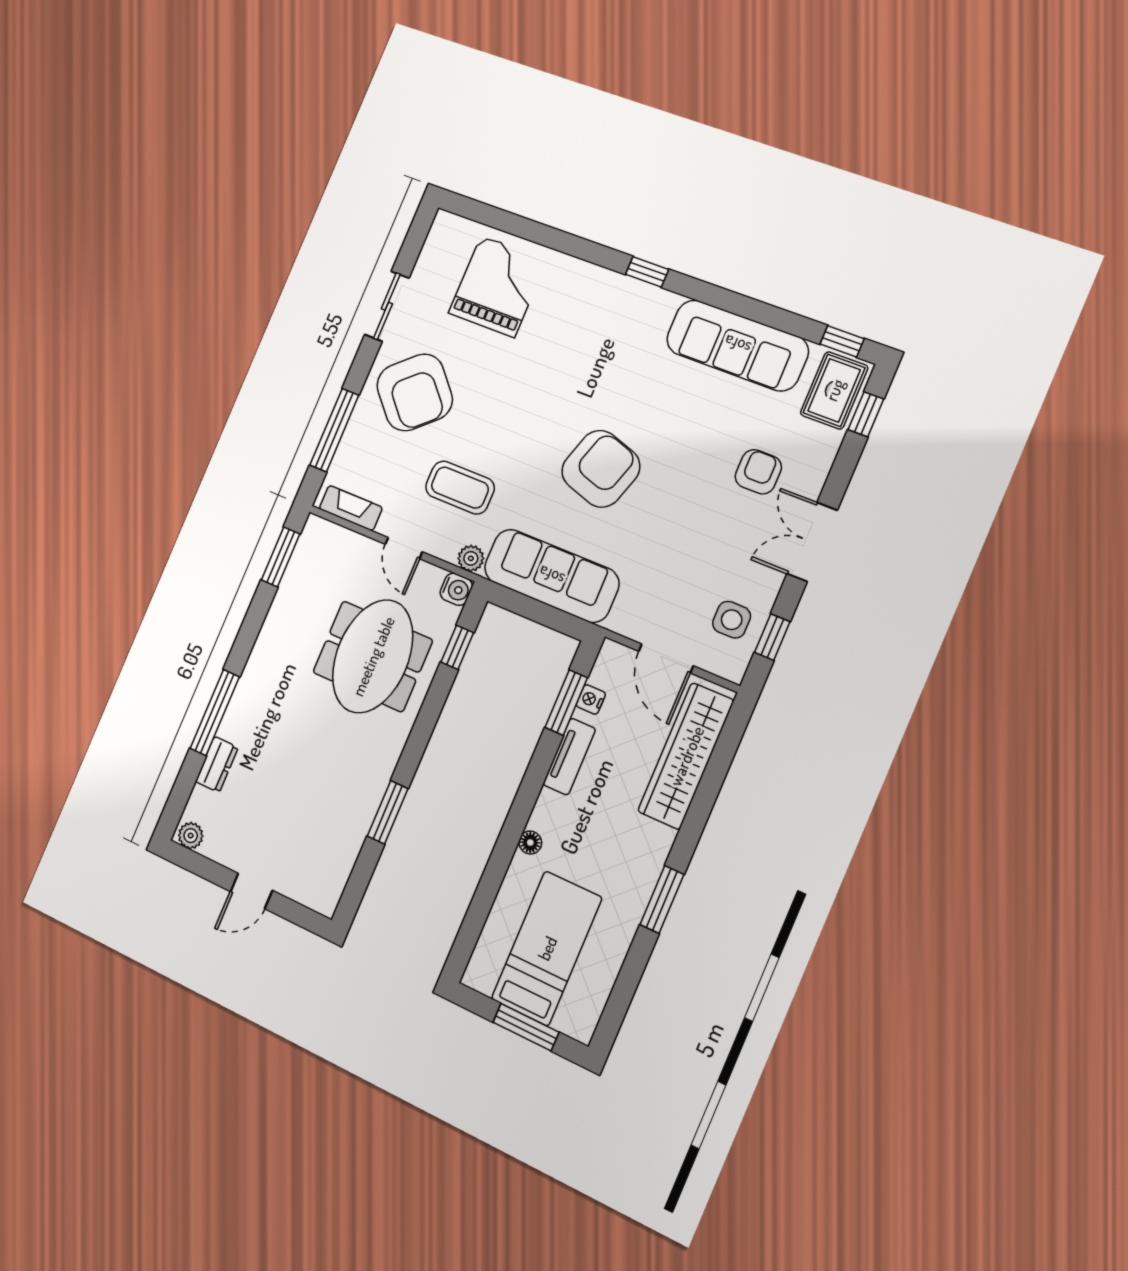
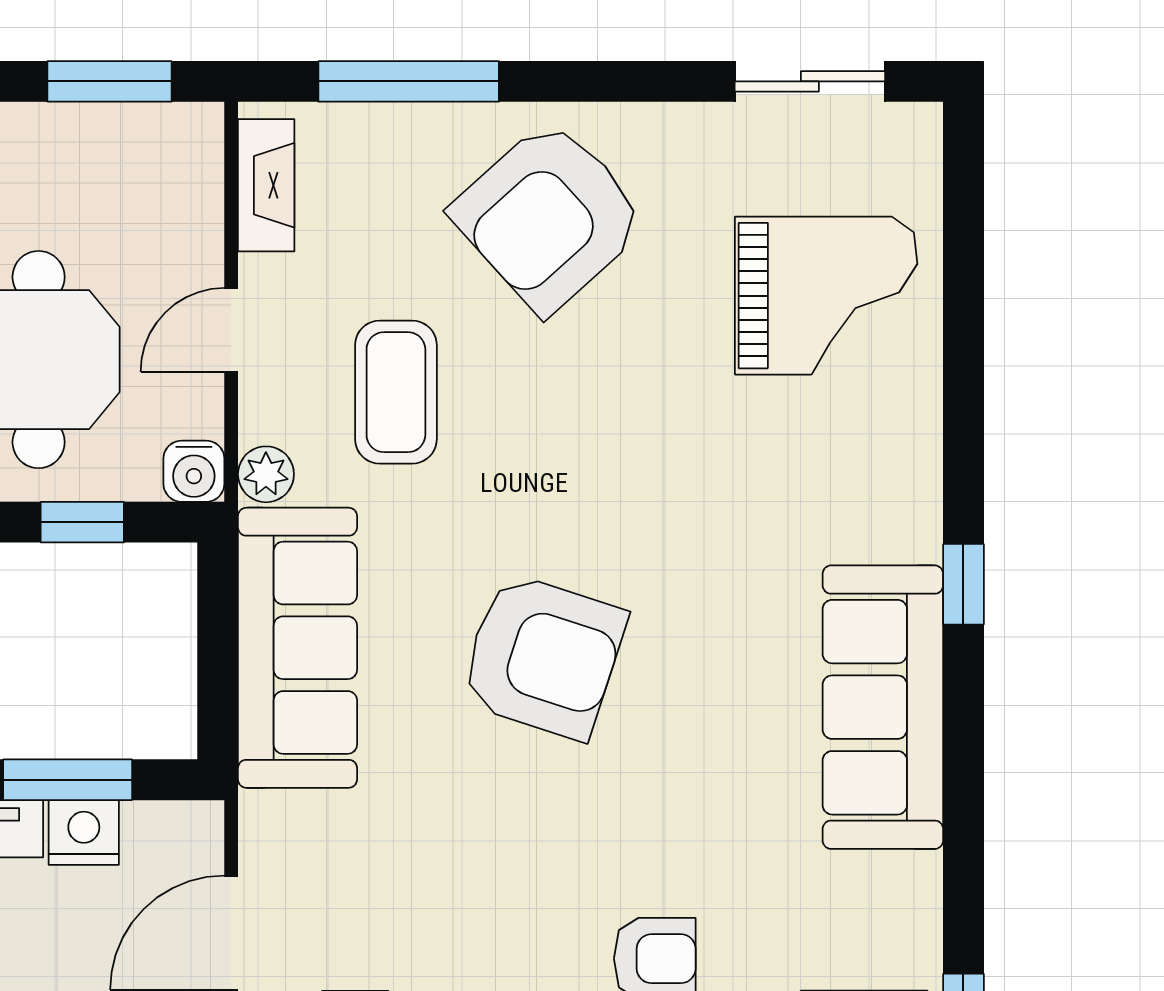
sliding door: (387, 306) -> (810, 81), moved
sofa: (737, 345) -> (883, 707), moved
nightstand: (591, 699) -> (84, 832), width x1.39, depth x1.35

